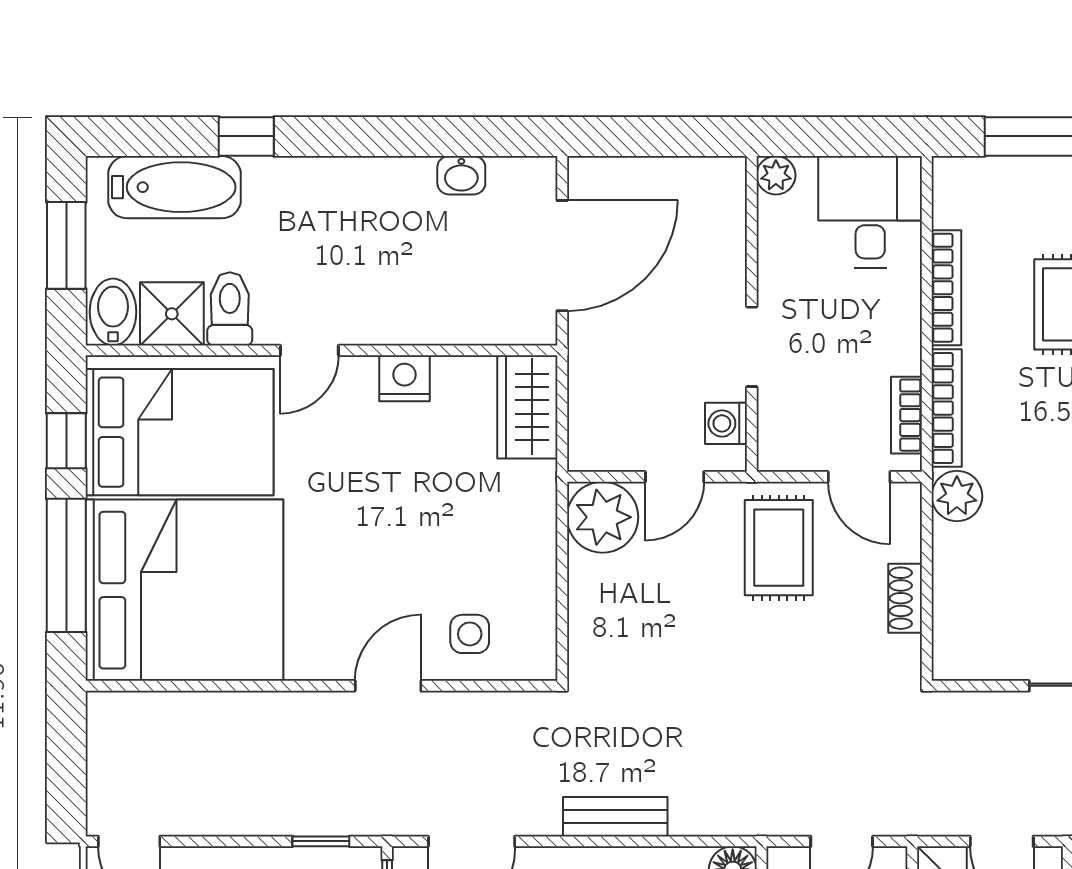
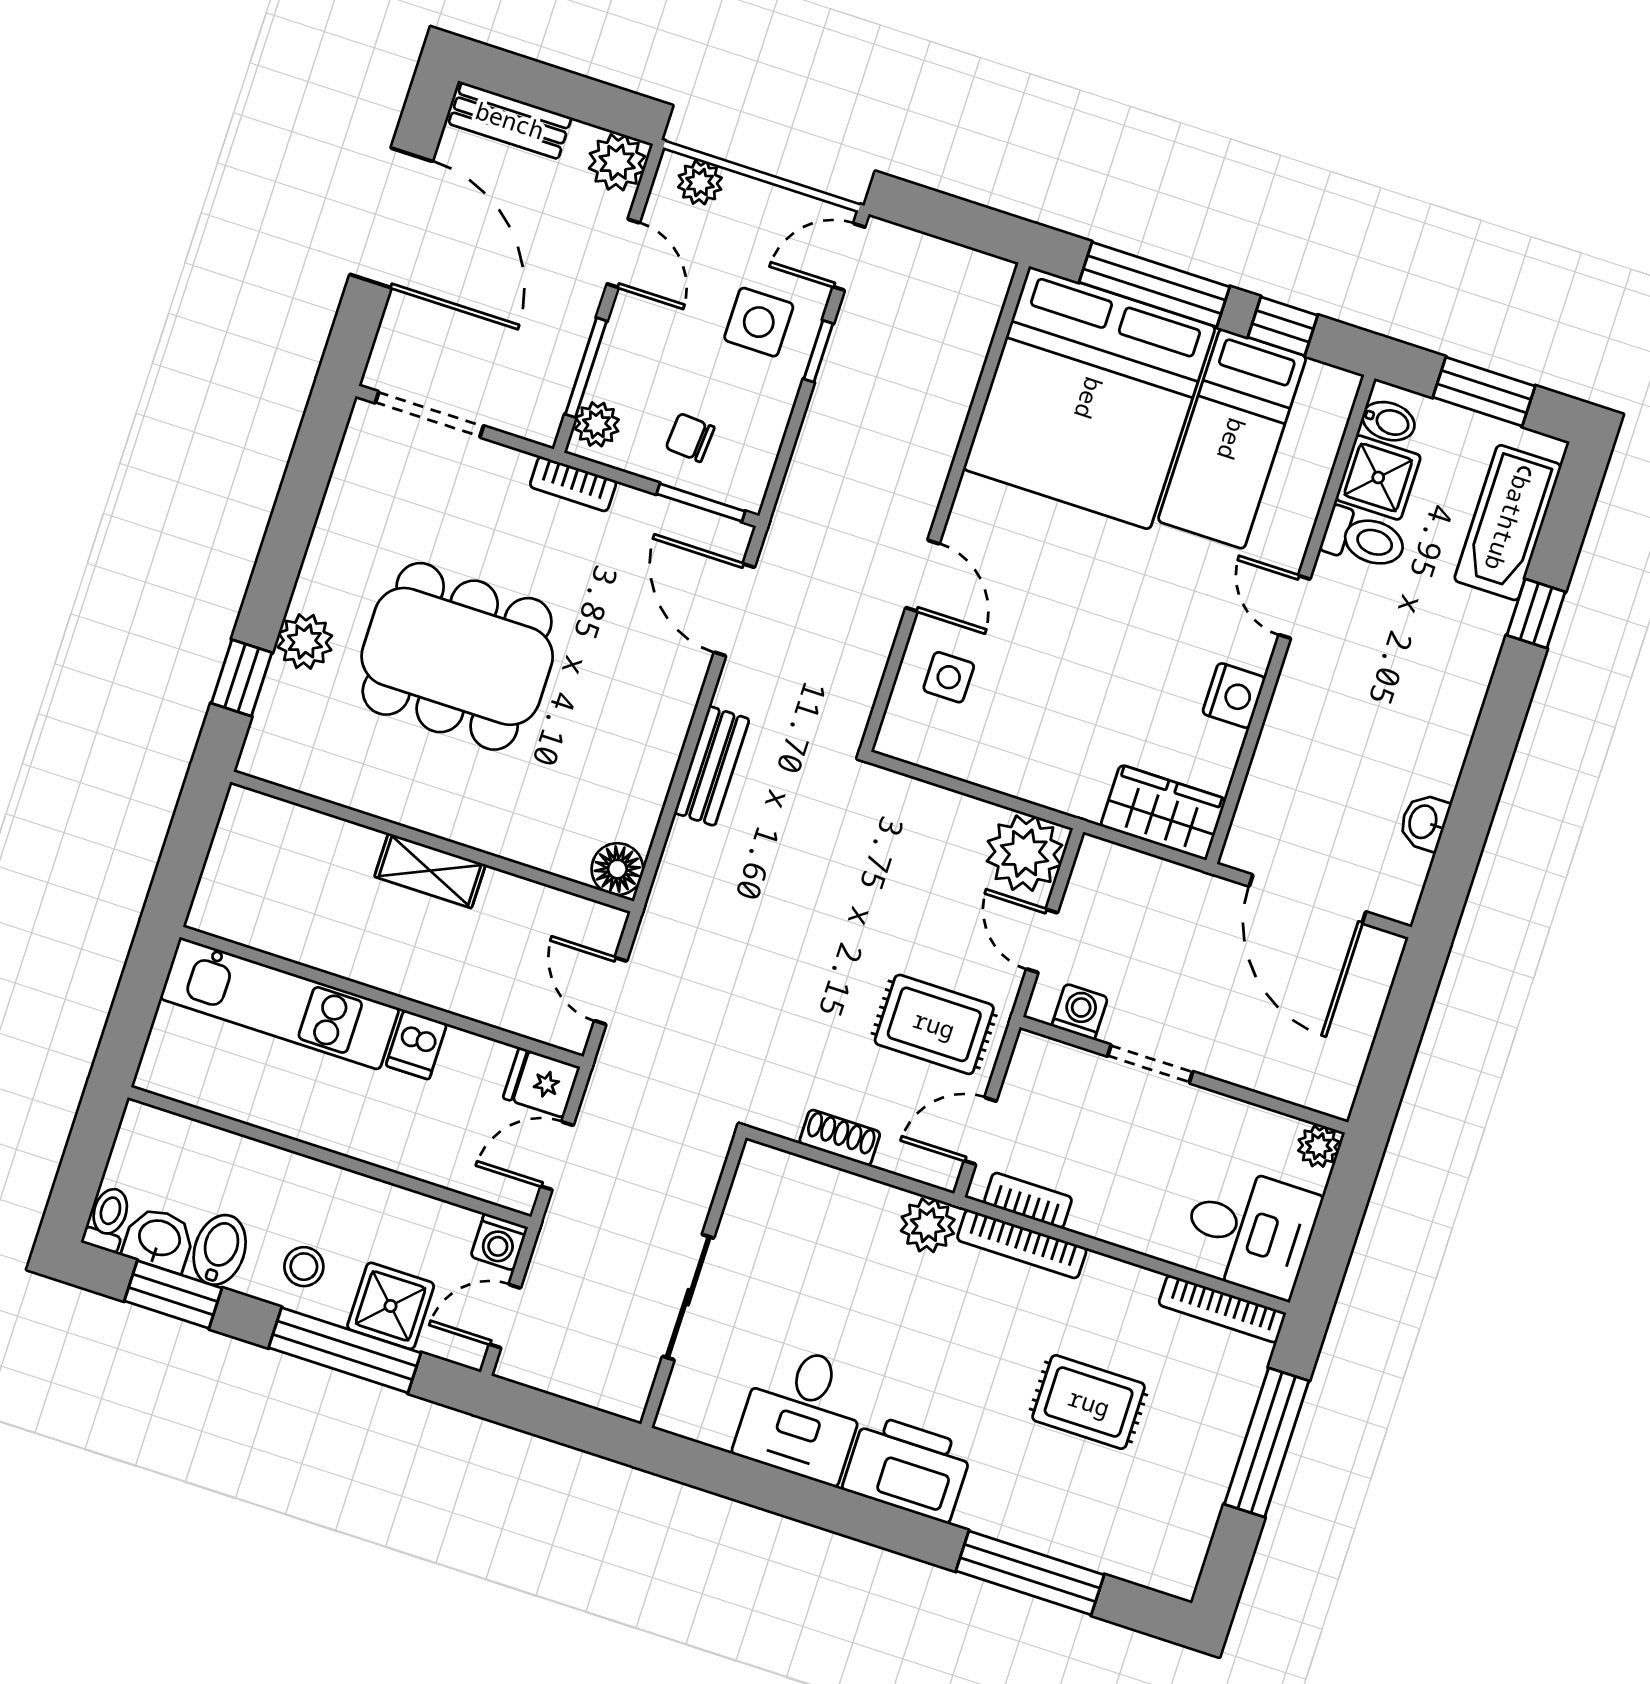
bookcase: (946, 288) -> (1222, 1309), moved
bidet: (113, 312) -> (1388, 421), width x0.72, depth x0.74
bed: (180, 432) -> (1232, 439), width x0.67
window: (321, 841) -> (818, 351), moved

